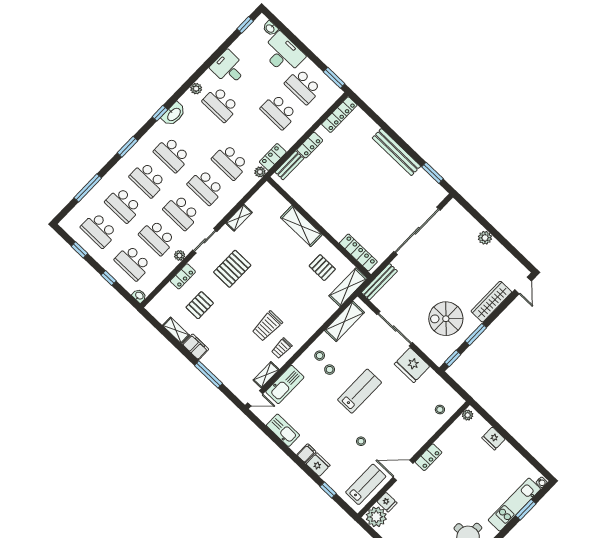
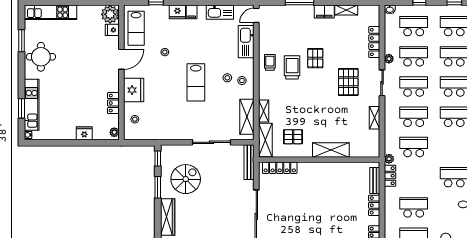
locker: (183, 276) -> (374, 42), width x1.53
pallet: (200, 305) -> (315, 58), moved
fridge: (412, 365) -> (134, 90), moved, turned 90
shelving: (266, 375) -> (264, 111), moved
locker: (429, 457) -> (113, 103), moved

